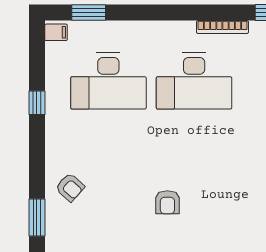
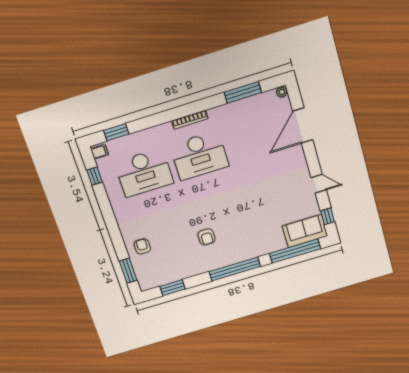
bookcase: (222, 27) -> (190, 120), moved
window: (37, 103) -> (95, 176), moved
armchair: (70, 187) -> (142, 246), turned -132

